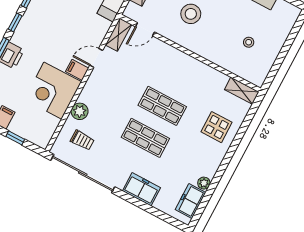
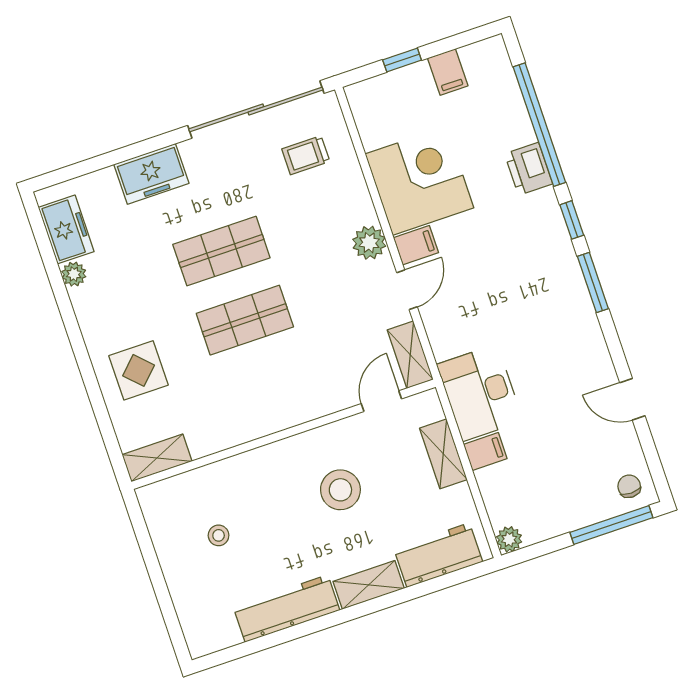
plant: (80, 111) -> (369, 243), moved

